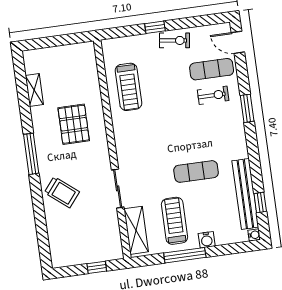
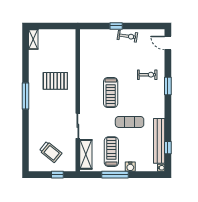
exercise mat: (212, 69) -> (149, 58), removed
treadmill: (128, 87) -> (111, 92), moved
shelving: (34, 90) -> (33, 39), moved
pallet: (74, 124) -> (55, 81), turned 90
trolley: (62, 192) -> (51, 152), moved

